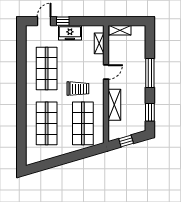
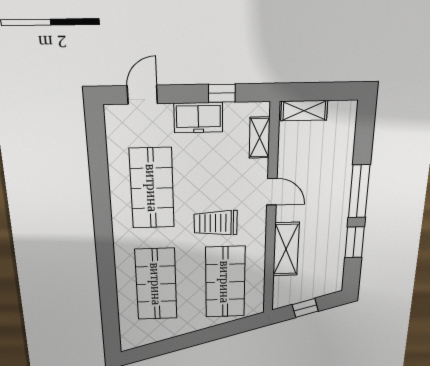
window: (63, 21) -> (222, 93), moved
door: (106, 72) -> (272, 192), hinge flipped
trolley: (78, 89) -> (216, 223), turned 180
window: (150, 112) -> (355, 242), moved

